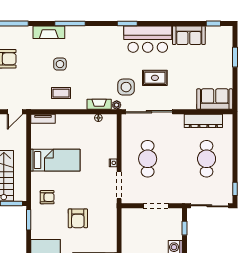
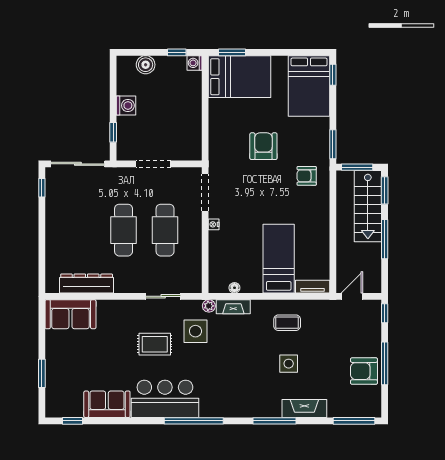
window: (127, 23) -> (194, 421), width x2.11
sliding door: (149, 112) -> (163, 296), width x0.54
cafe table: (207, 159) -> (124, 230), moved
bed: (55, 160) -> (279, 259), moved, turned 90

